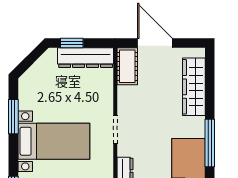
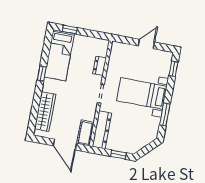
dresser: (86, 58) -> (102, 130), moved, turned 90
window: (210, 143) -> (42, 73), width x0.46

